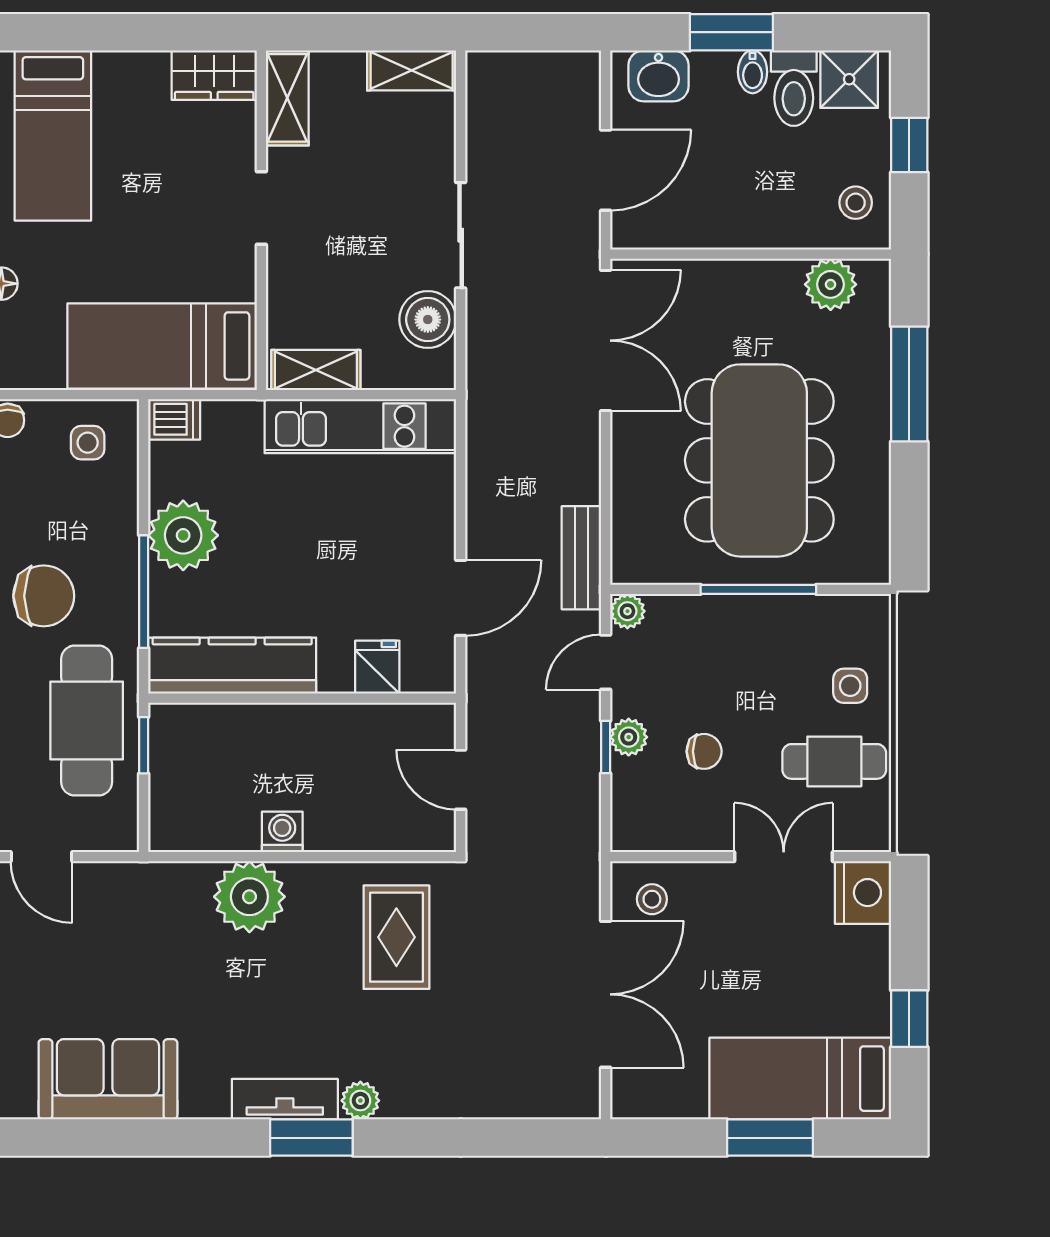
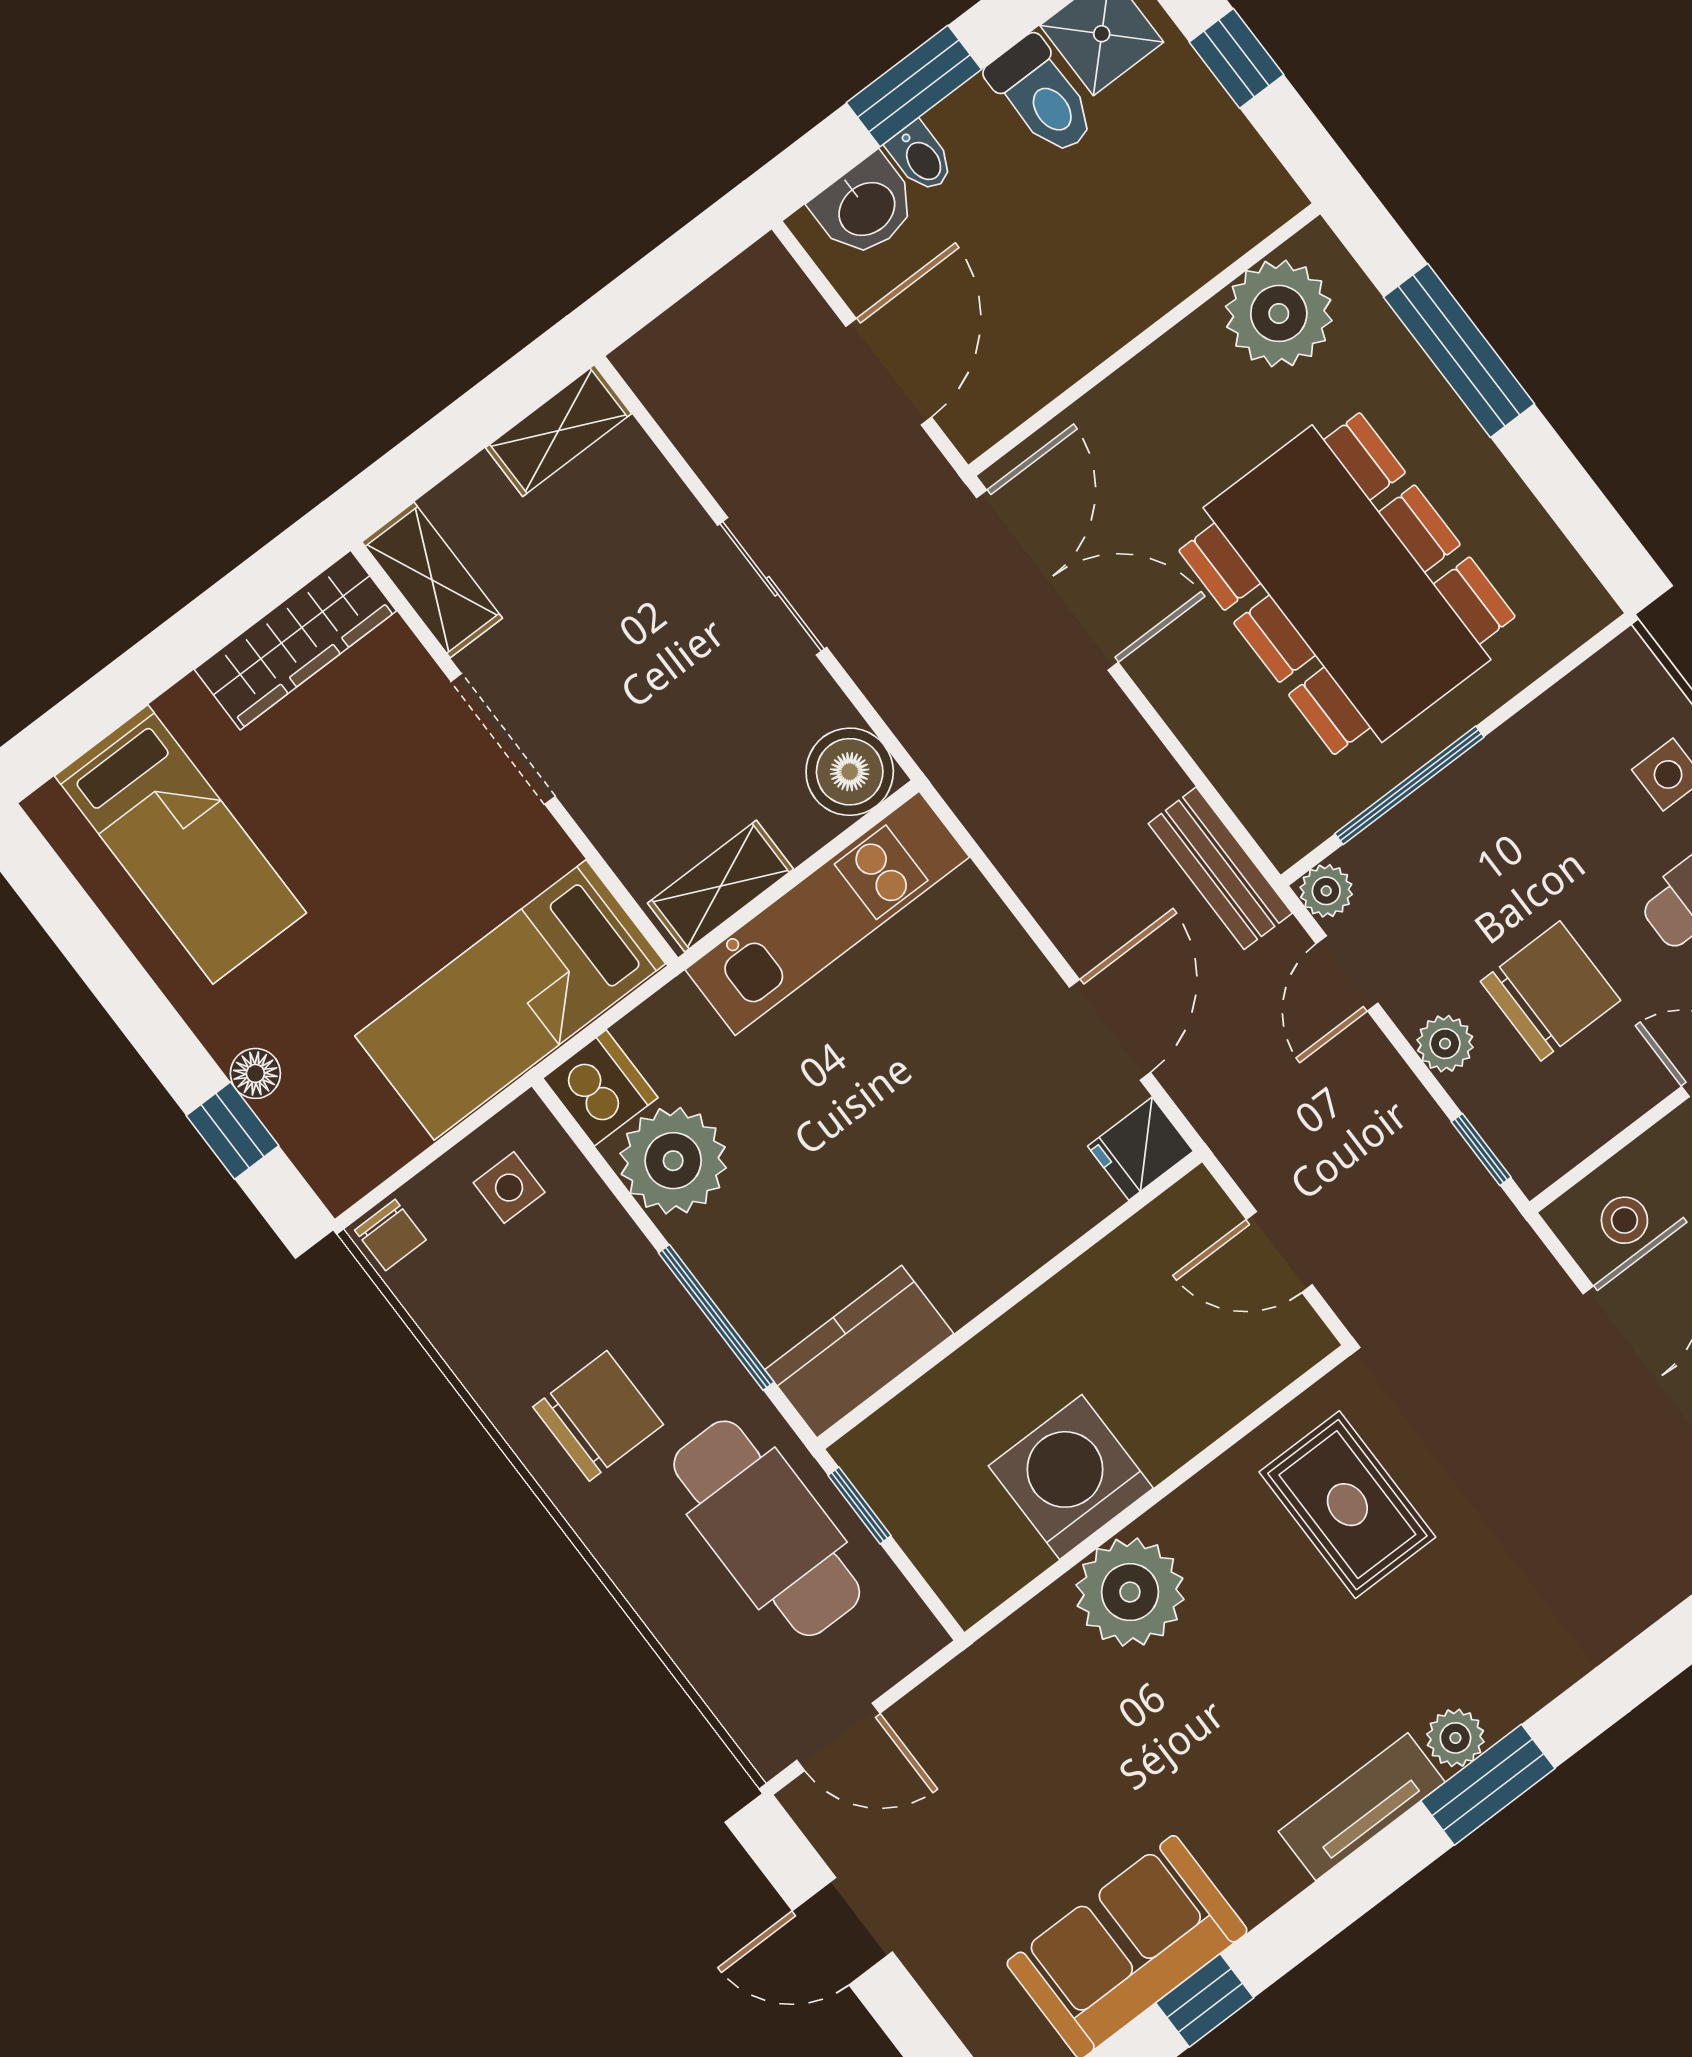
bidet: (753, 72) -> (921, 157), moved
wardrobe: (214, 75) -> (295, 640), width x1.50
stool: (856, 203) -> (1225, 179), removed
doorway: (261, 208) -> (503, 739), width x1.38
plant: (831, 284) -> (1279, 313), width x1.36, depth x1.36
boiler: (428, 320) -> (850, 772), moved
dishwasher: (174, 419) -> (600, 1088), width x1.38
plant: (183, 535) -> (673, 1161), moved
window: (758, 589) -> (1409, 785), moved
kitchen counter: (232, 666) -> (859, 1352), width x0.67
fridge: (377, 667) -> (1140, 1149), moved, turned -90
window: (606, 747) -> (1481, 1149), moved
chair: (704, 751) -> (1550, 991), width x1.87, depth x1.87
washing machine: (282, 832) -> (1071, 1477), width x1.89, depth x1.89
window: (127, 1138) -> (1205, 2000), added
window: (311, 1138) -> (1488, 1785), moved

